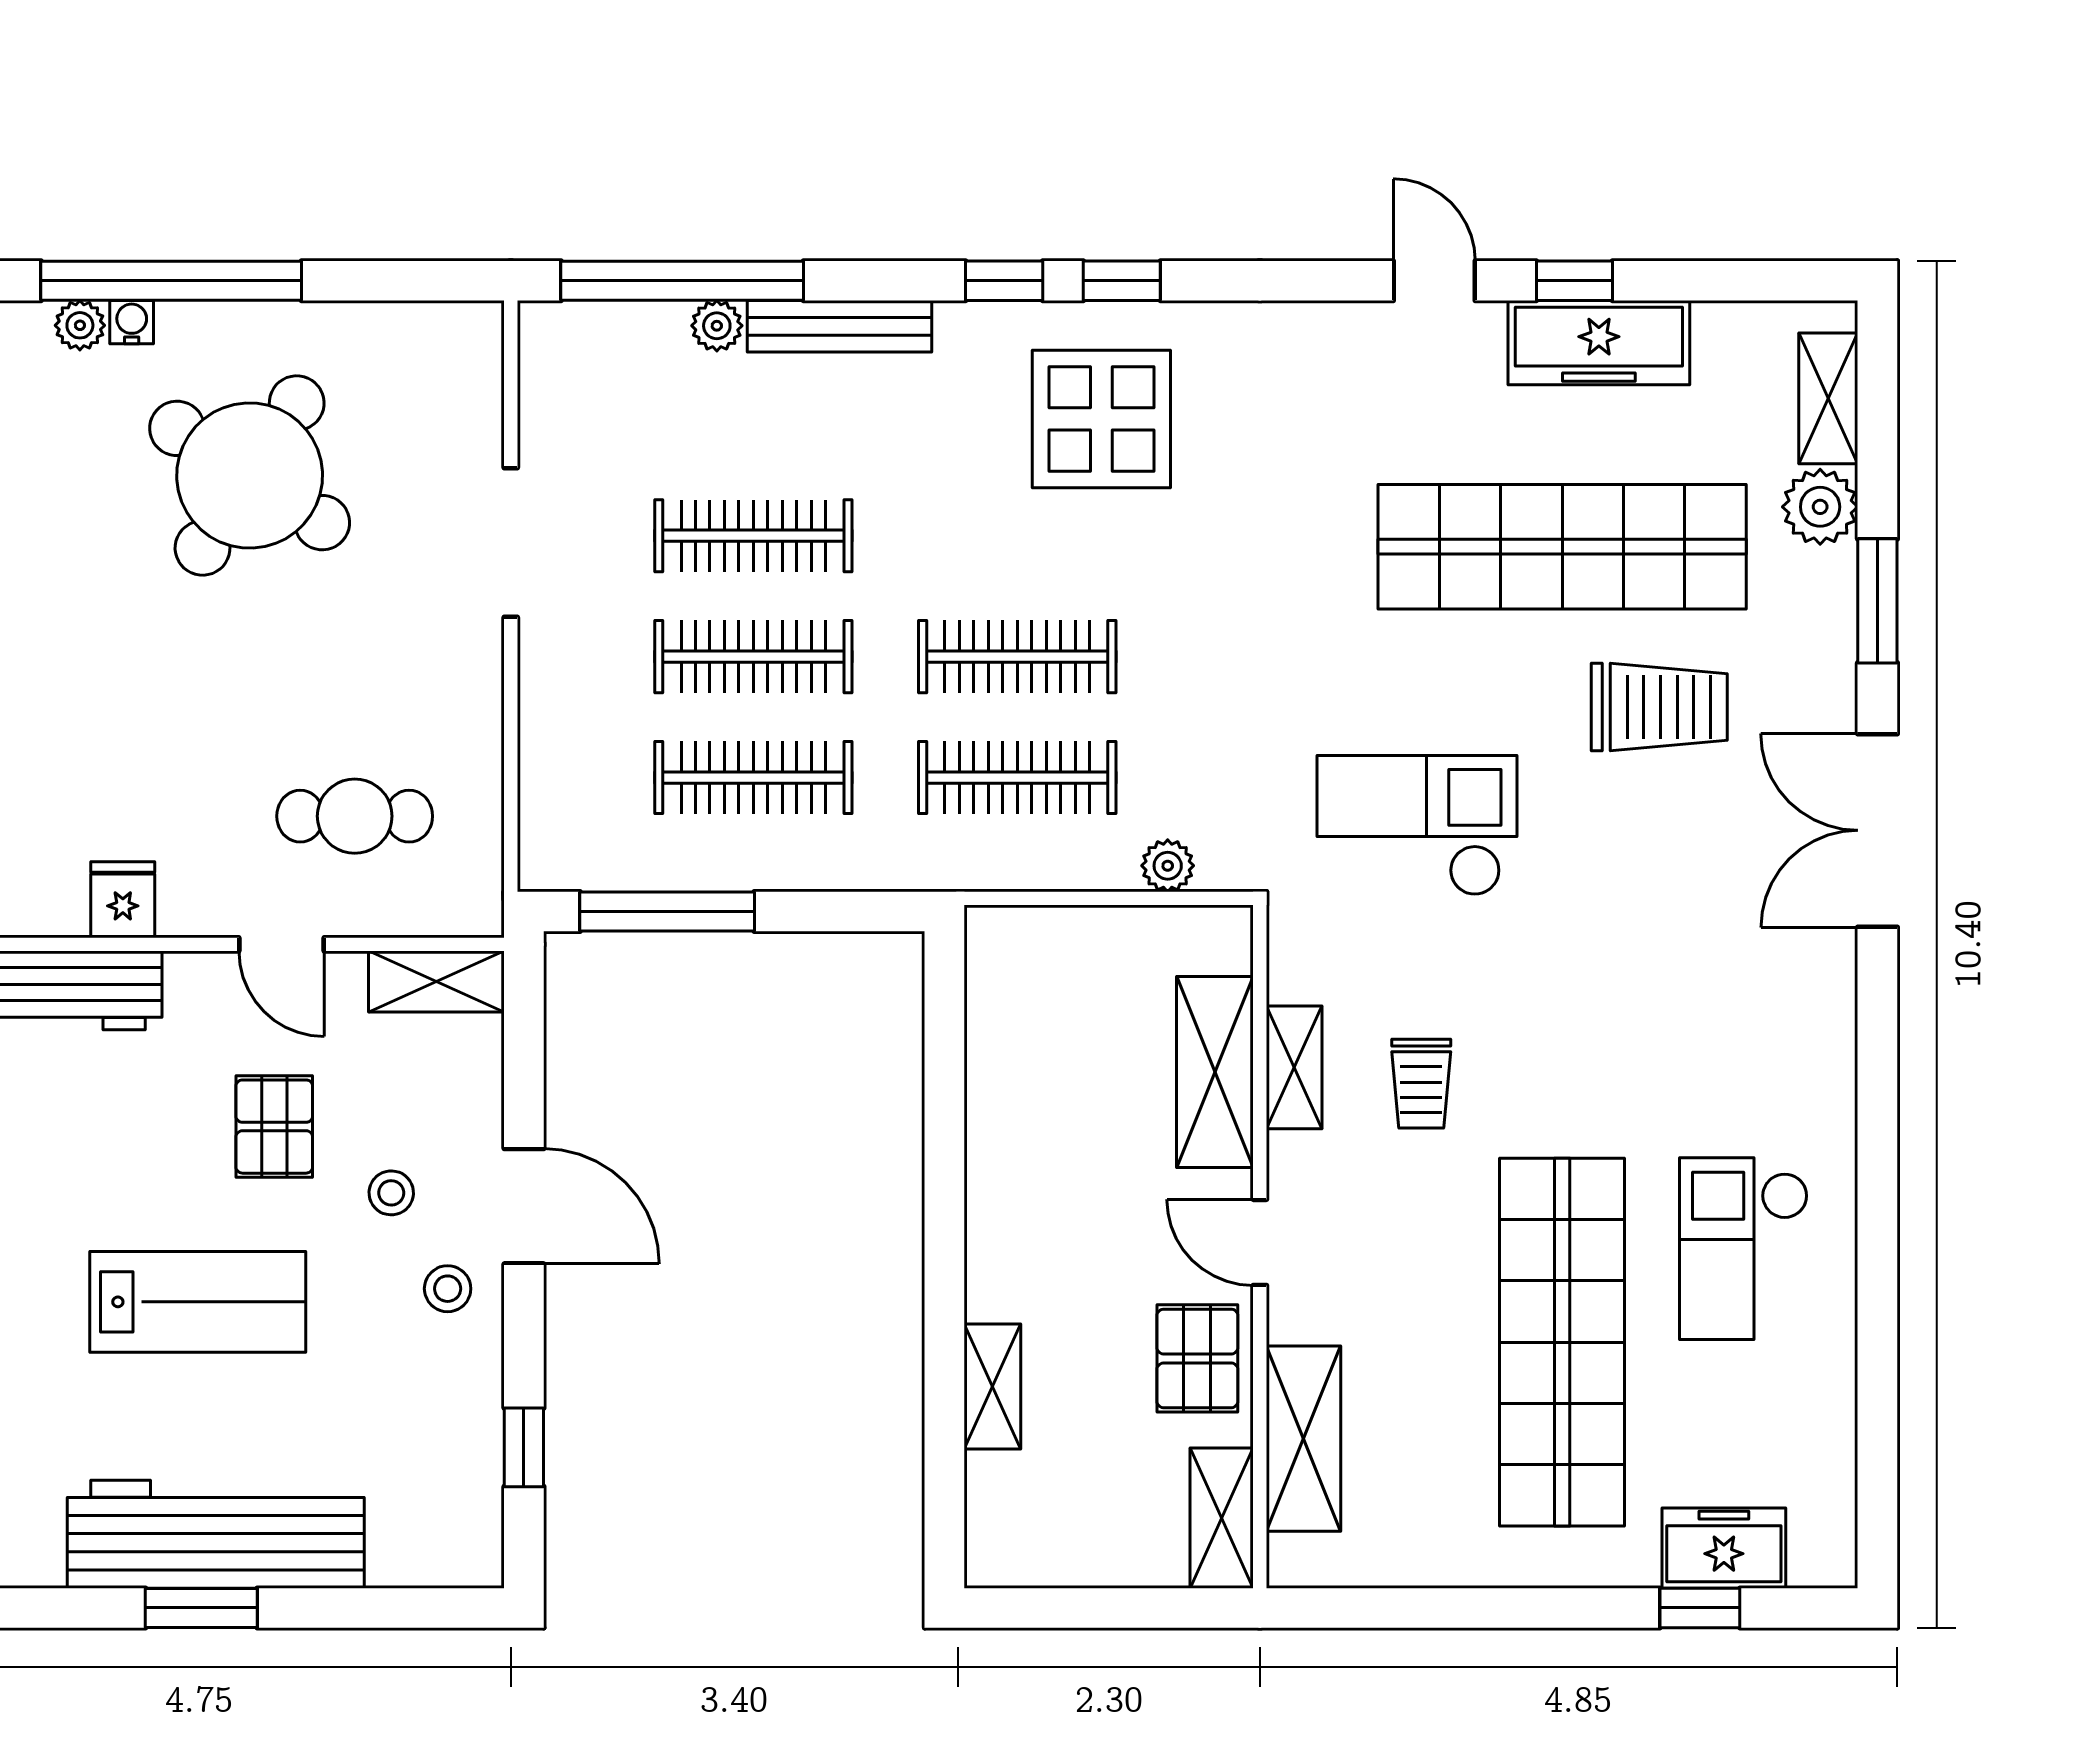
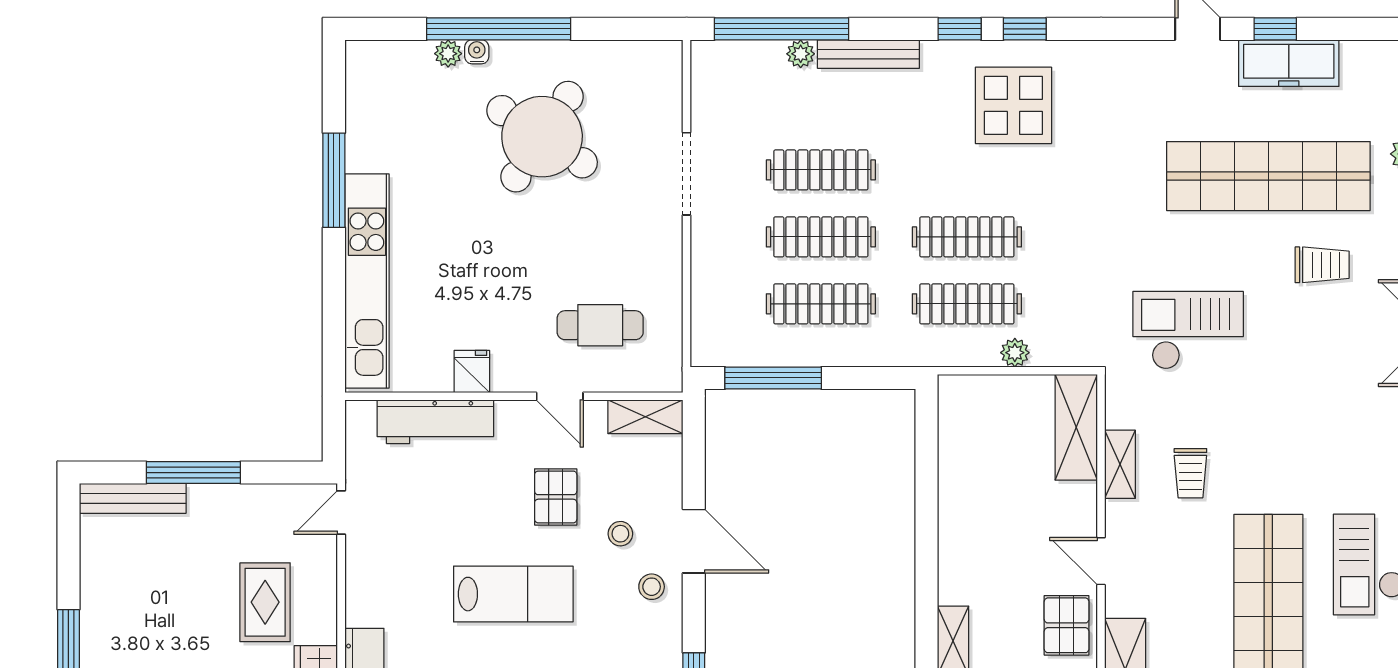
trolley: (1659, 707) -> (1322, 265), width x0.73, depth x0.72
plant: (1168, 866) -> (1015, 353), moved
shelving: (1215, 1072) -> (1076, 427), moved

